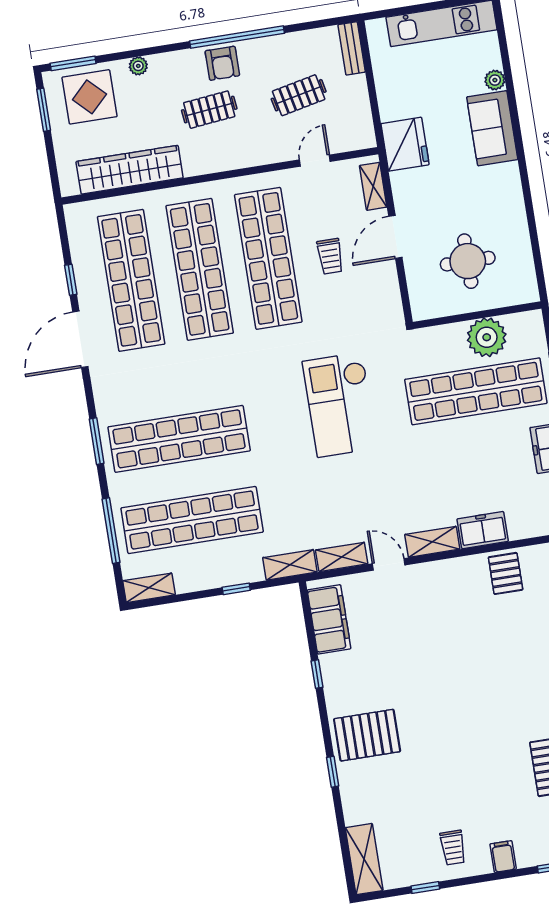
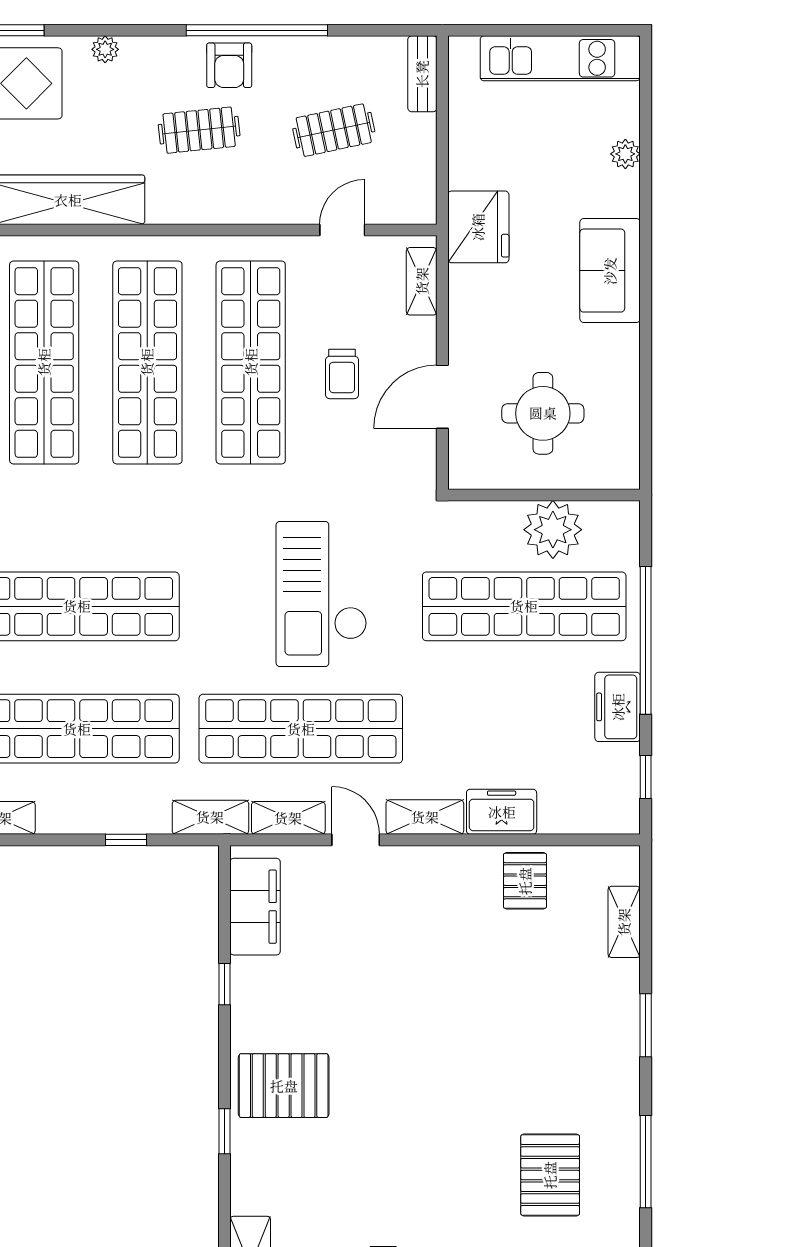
sofa: (492, 128) -> (610, 271), moved
door: (395, 237) -> (442, 397), moved
shop shelf: (340, 496) -> (301, 729), added

